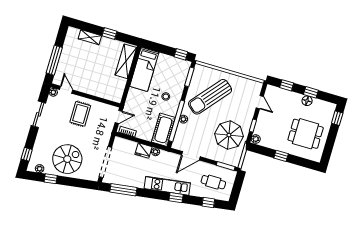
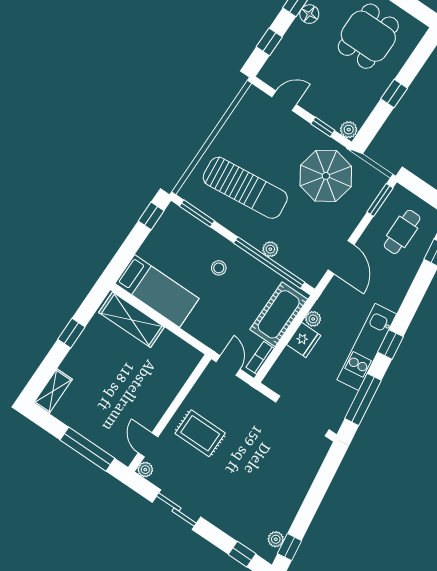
shelving: (90, 37) -> (53, 391), moved
door: (66, 90) -> (148, 445), hinge flipped
sun lounger: (210, 97) -> (245, 188), turned -46
cot: (163, 130) -> (279, 314), moved, turned 90
spiral stairs: (67, 159) -> (275, 483), removed
window: (51, 179) -> (290, 547), moved
kitchen unit: (167, 186) -> (367, 347), moved
window: (176, 198) -> (390, 344), moved

